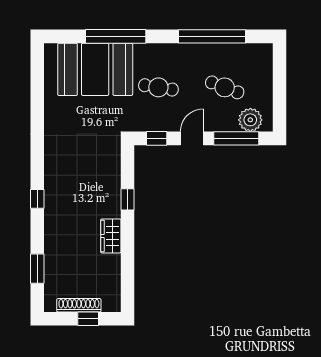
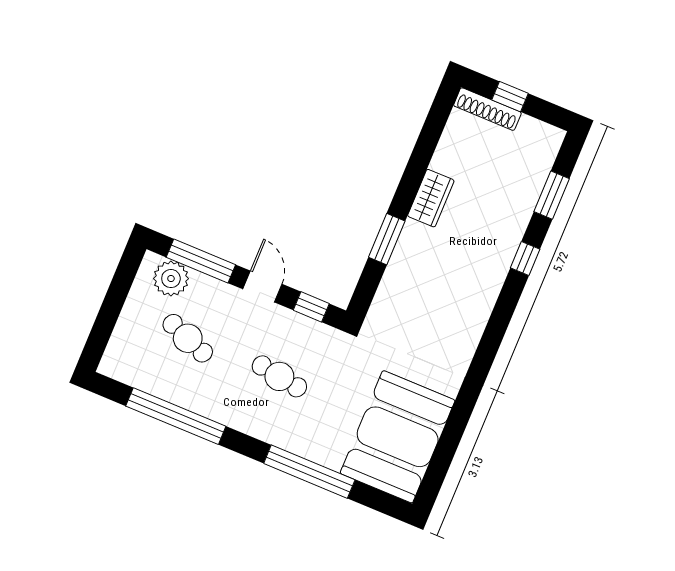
booth: (95, 69) -> (398, 437), moved, turned 90
door: (192, 138) -> (262, 287), swing flipped
window: (37, 199) -> (525, 258), moved
window: (128, 199) -> (387, 239), width x1.50
shoe rack: (79, 305) -> (487, 109), moved

